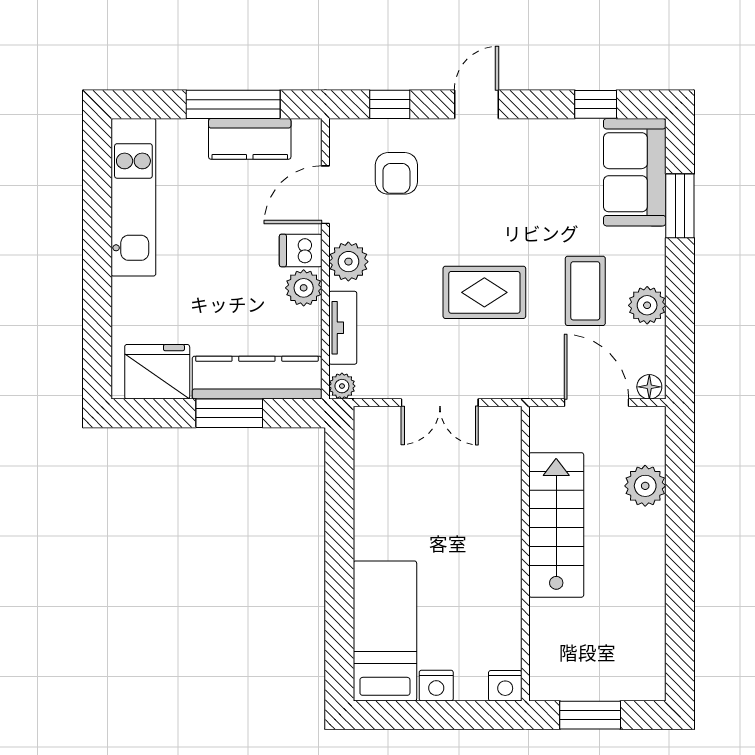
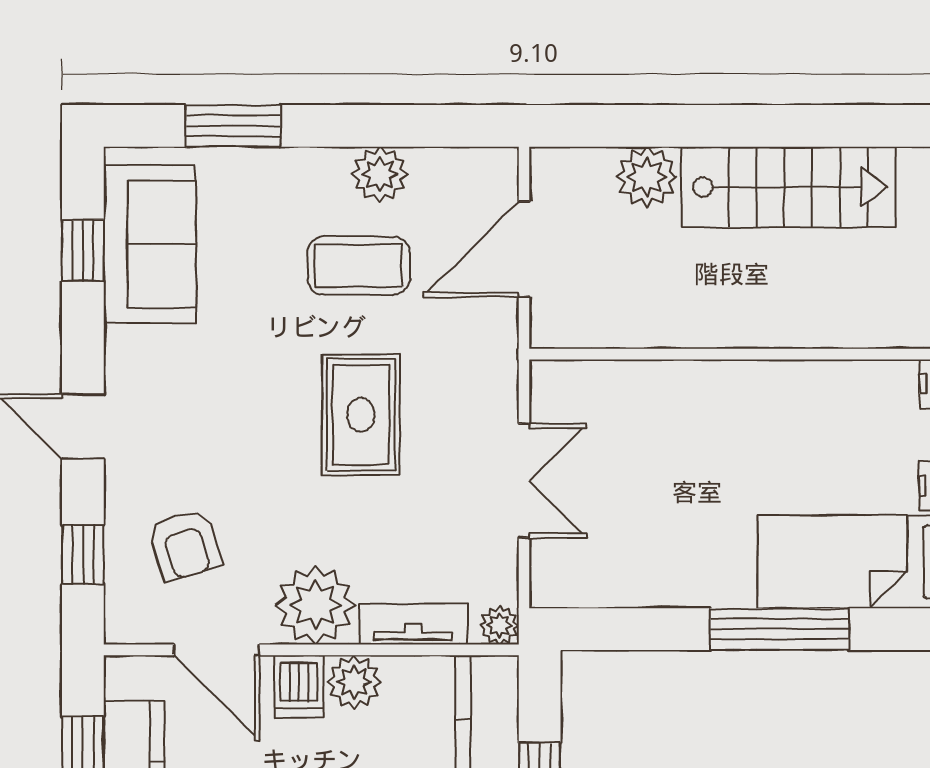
sofa: (635, 172) -> (150, 244), moved, turned -90
armchair: (396, 173) -> (185, 545), turned 73
plant: (348, 262) -> (315, 605), width x1.36, depth x1.36
floor lamp: (649, 387) -> (500, 171), removed
stairs: (556, 525) -> (789, 187), moved, turned 180
window: (339, 576) -> (780, 629), added

